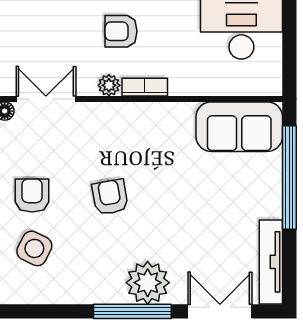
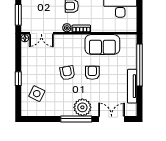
double door: (46, 99) -> (41, 33), swing flipped
sofa: (239, 127) -> (102, 45), moved
armchair: (32, 195) -> (92, 73), moved
tv unit: (271, 262) -> (132, 86), moved

